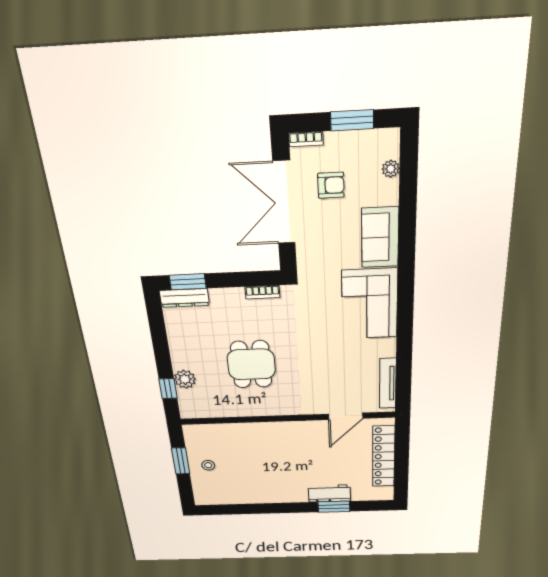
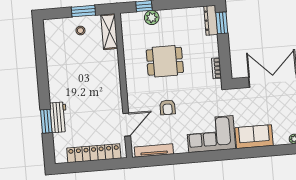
armchair: (331, 185) -> (168, 107), moved
door: (346, 416) -> (127, 125), swing flipped
shelving: (208, 432) -> (109, 32), added

